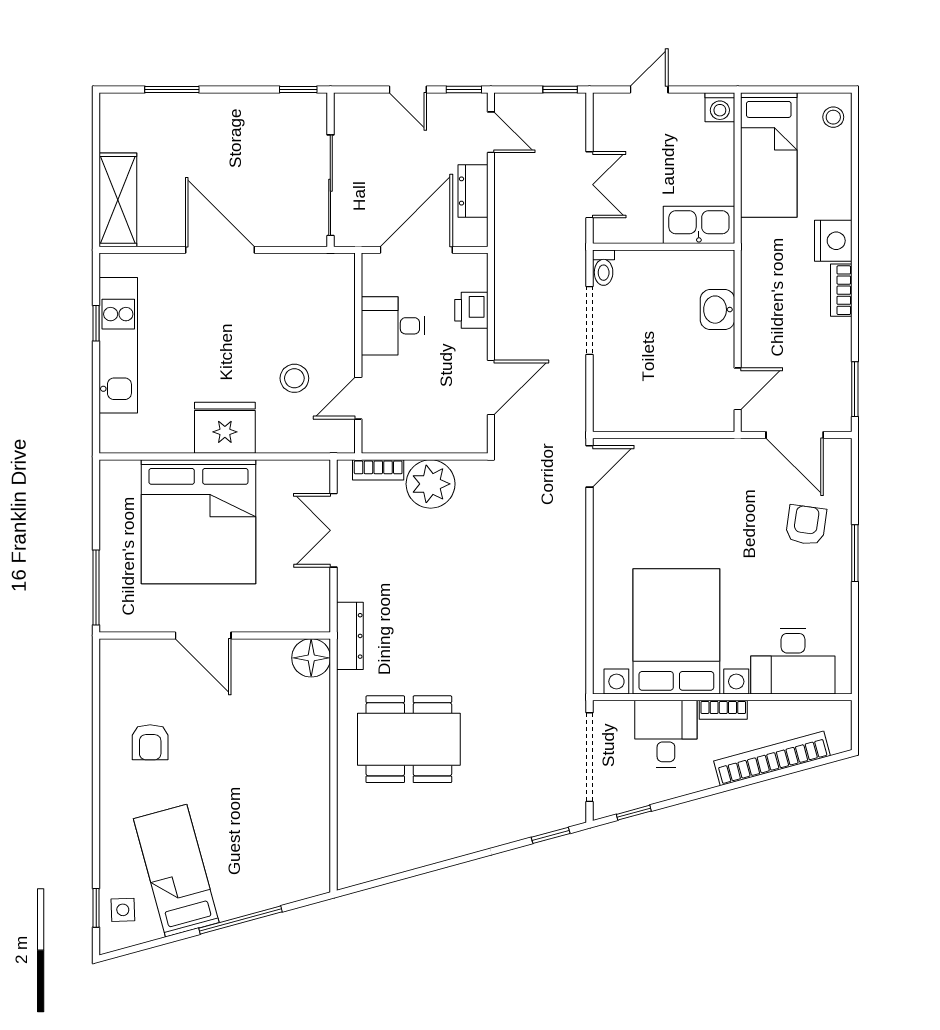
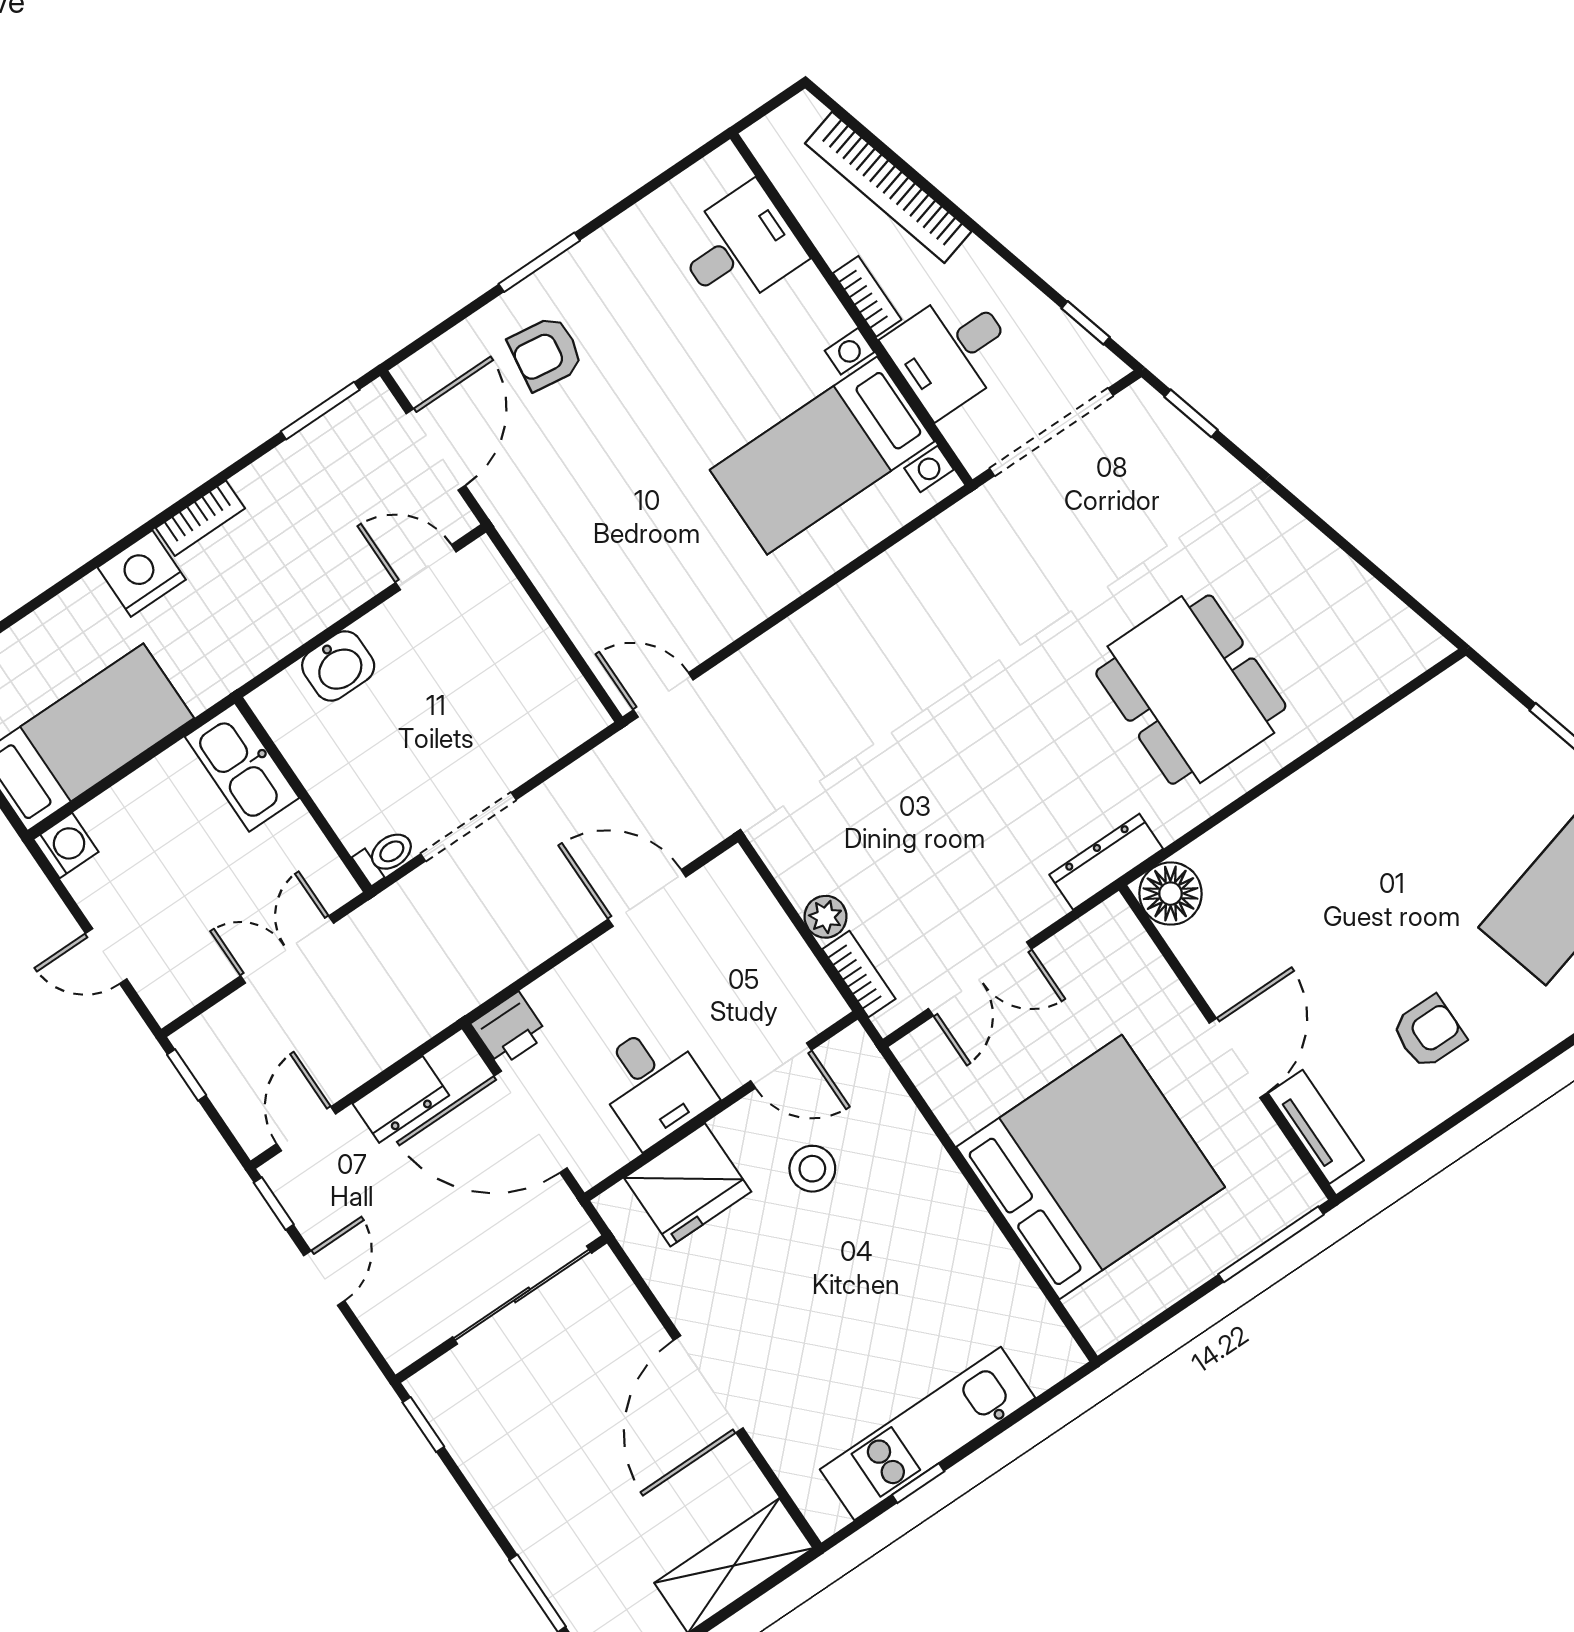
printer: (471, 310) -> (509, 1029), moved
fridge: (225, 428) -> (688, 1185), moved, turned -90
plant: (431, 484) -> (826, 917), width x0.53, depth x0.53
bed with nightstands: (676, 631) -> (822, 456), width x0.73
tv unit: (141, 652) -> (1316, 1127), added
desk: (793, 661) -> (739, 247), width x0.73

